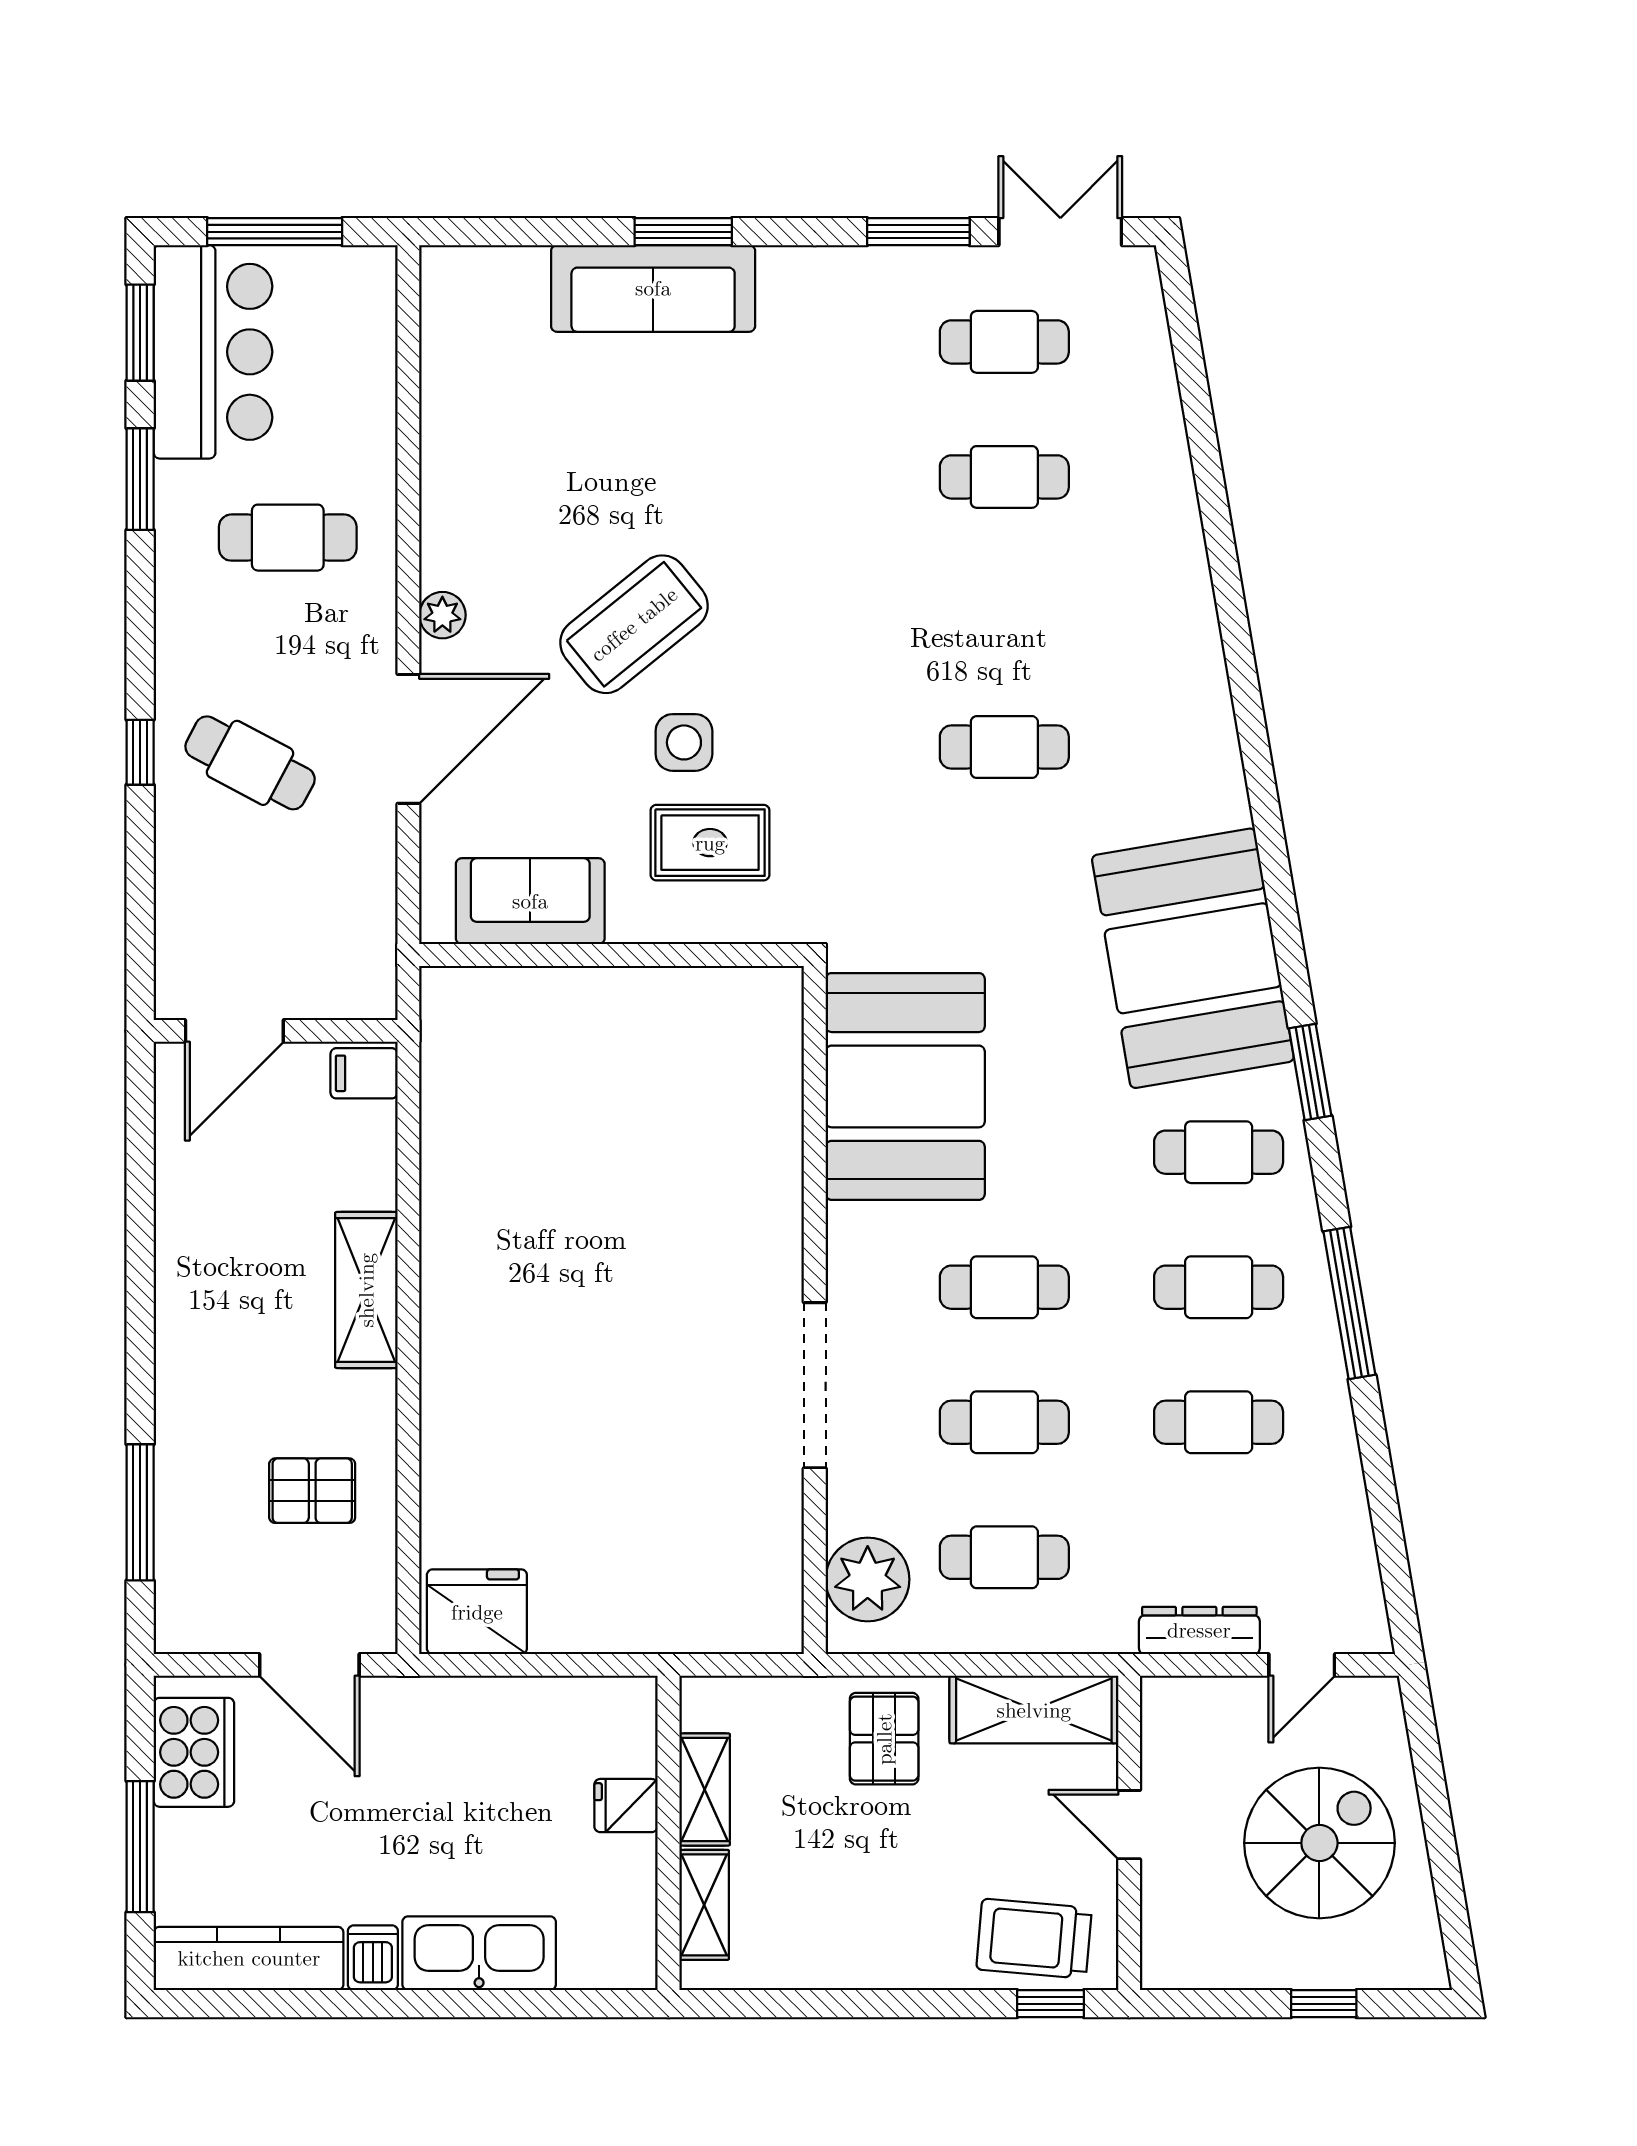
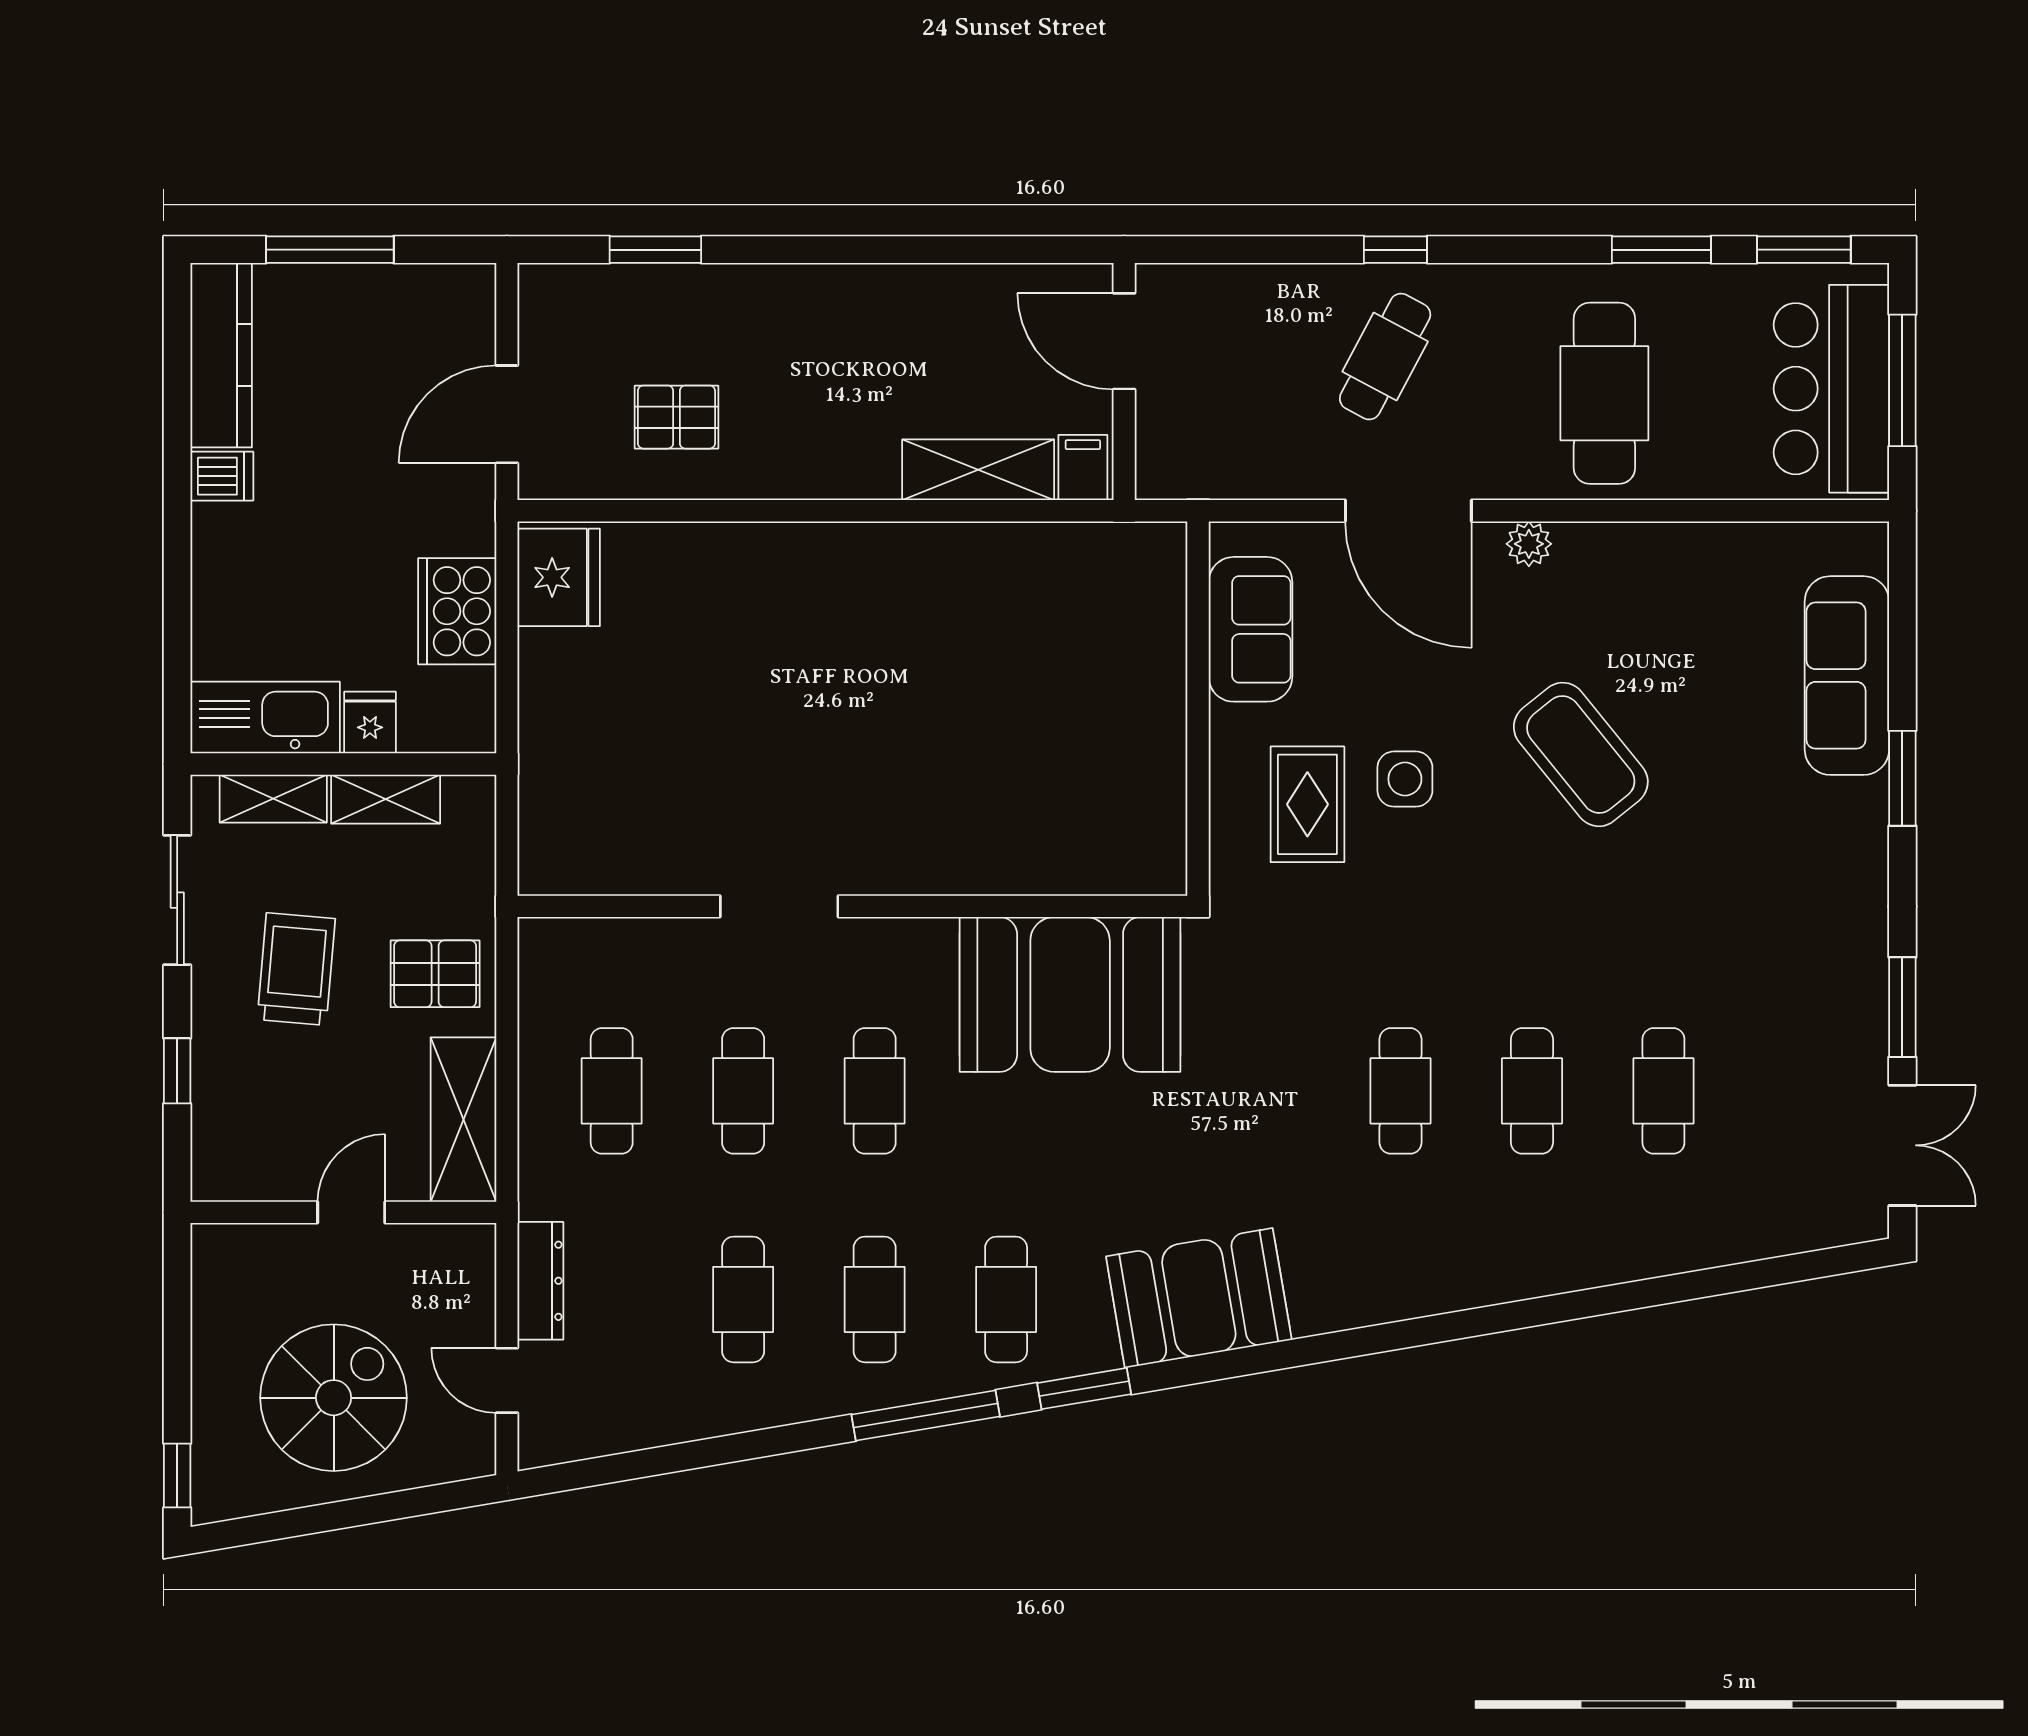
sofa: (653, 288) -> (1847, 676), moved
cafe table: (1004, 342) -> (1532, 1091), moved
bar counter: (213, 352) -> (1831, 389), moved, turned 90
cafe table: (288, 538) -> (1604, 393), width x1.37, depth x1.35
coffee table: (634, 624) -> (1581, 754), moved
booth: (1193, 958) -> (1199, 1298), width x0.73, depth x0.70
shelving: (366, 1290) -> (978, 470), moved
window: (1349, 1303) -> (926, 1416), moved
doorway: (815, 1385) -> (779, 906), width x0.73
pallet: (312, 1491) -> (676, 417), turned 90
window: (140, 1512) -> (655, 250), width x0.69
plant: (868, 1579) -> (590, 958), removed
cooker: (194, 1752) -> (457, 611), moved, turned 90
spiral stairs: (1319, 1843) -> (334, 1398), turned -90
trolley: (1034, 1939) -> (296, 969), moved
kitchen sink: (479, 1953) -> (265, 718), moved, turned -90
sliding door: (808, 2004) -> (177, 900), added
window: (1050, 2004) -> (177, 1071), moved
window: (1324, 2004) -> (177, 1476), moved

